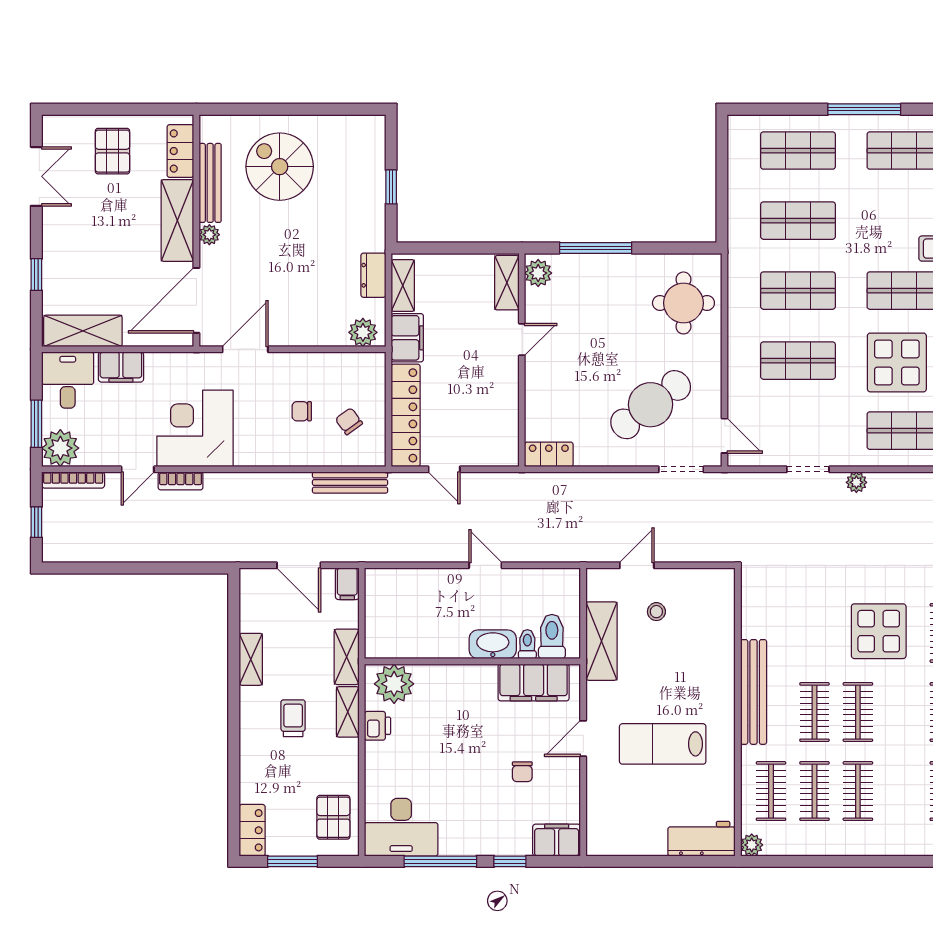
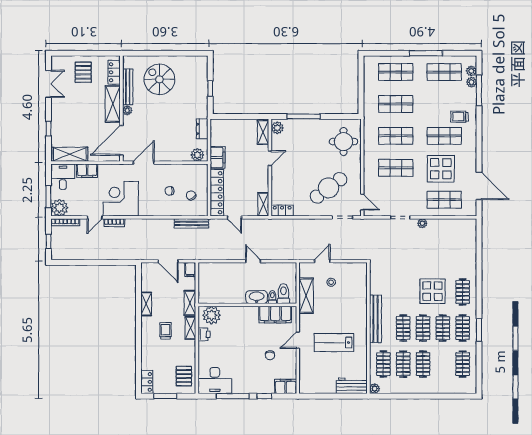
shelving: (403, 285) -> (263, 204), moved
clothes rail: (901, 712) -> (443, 328), added

